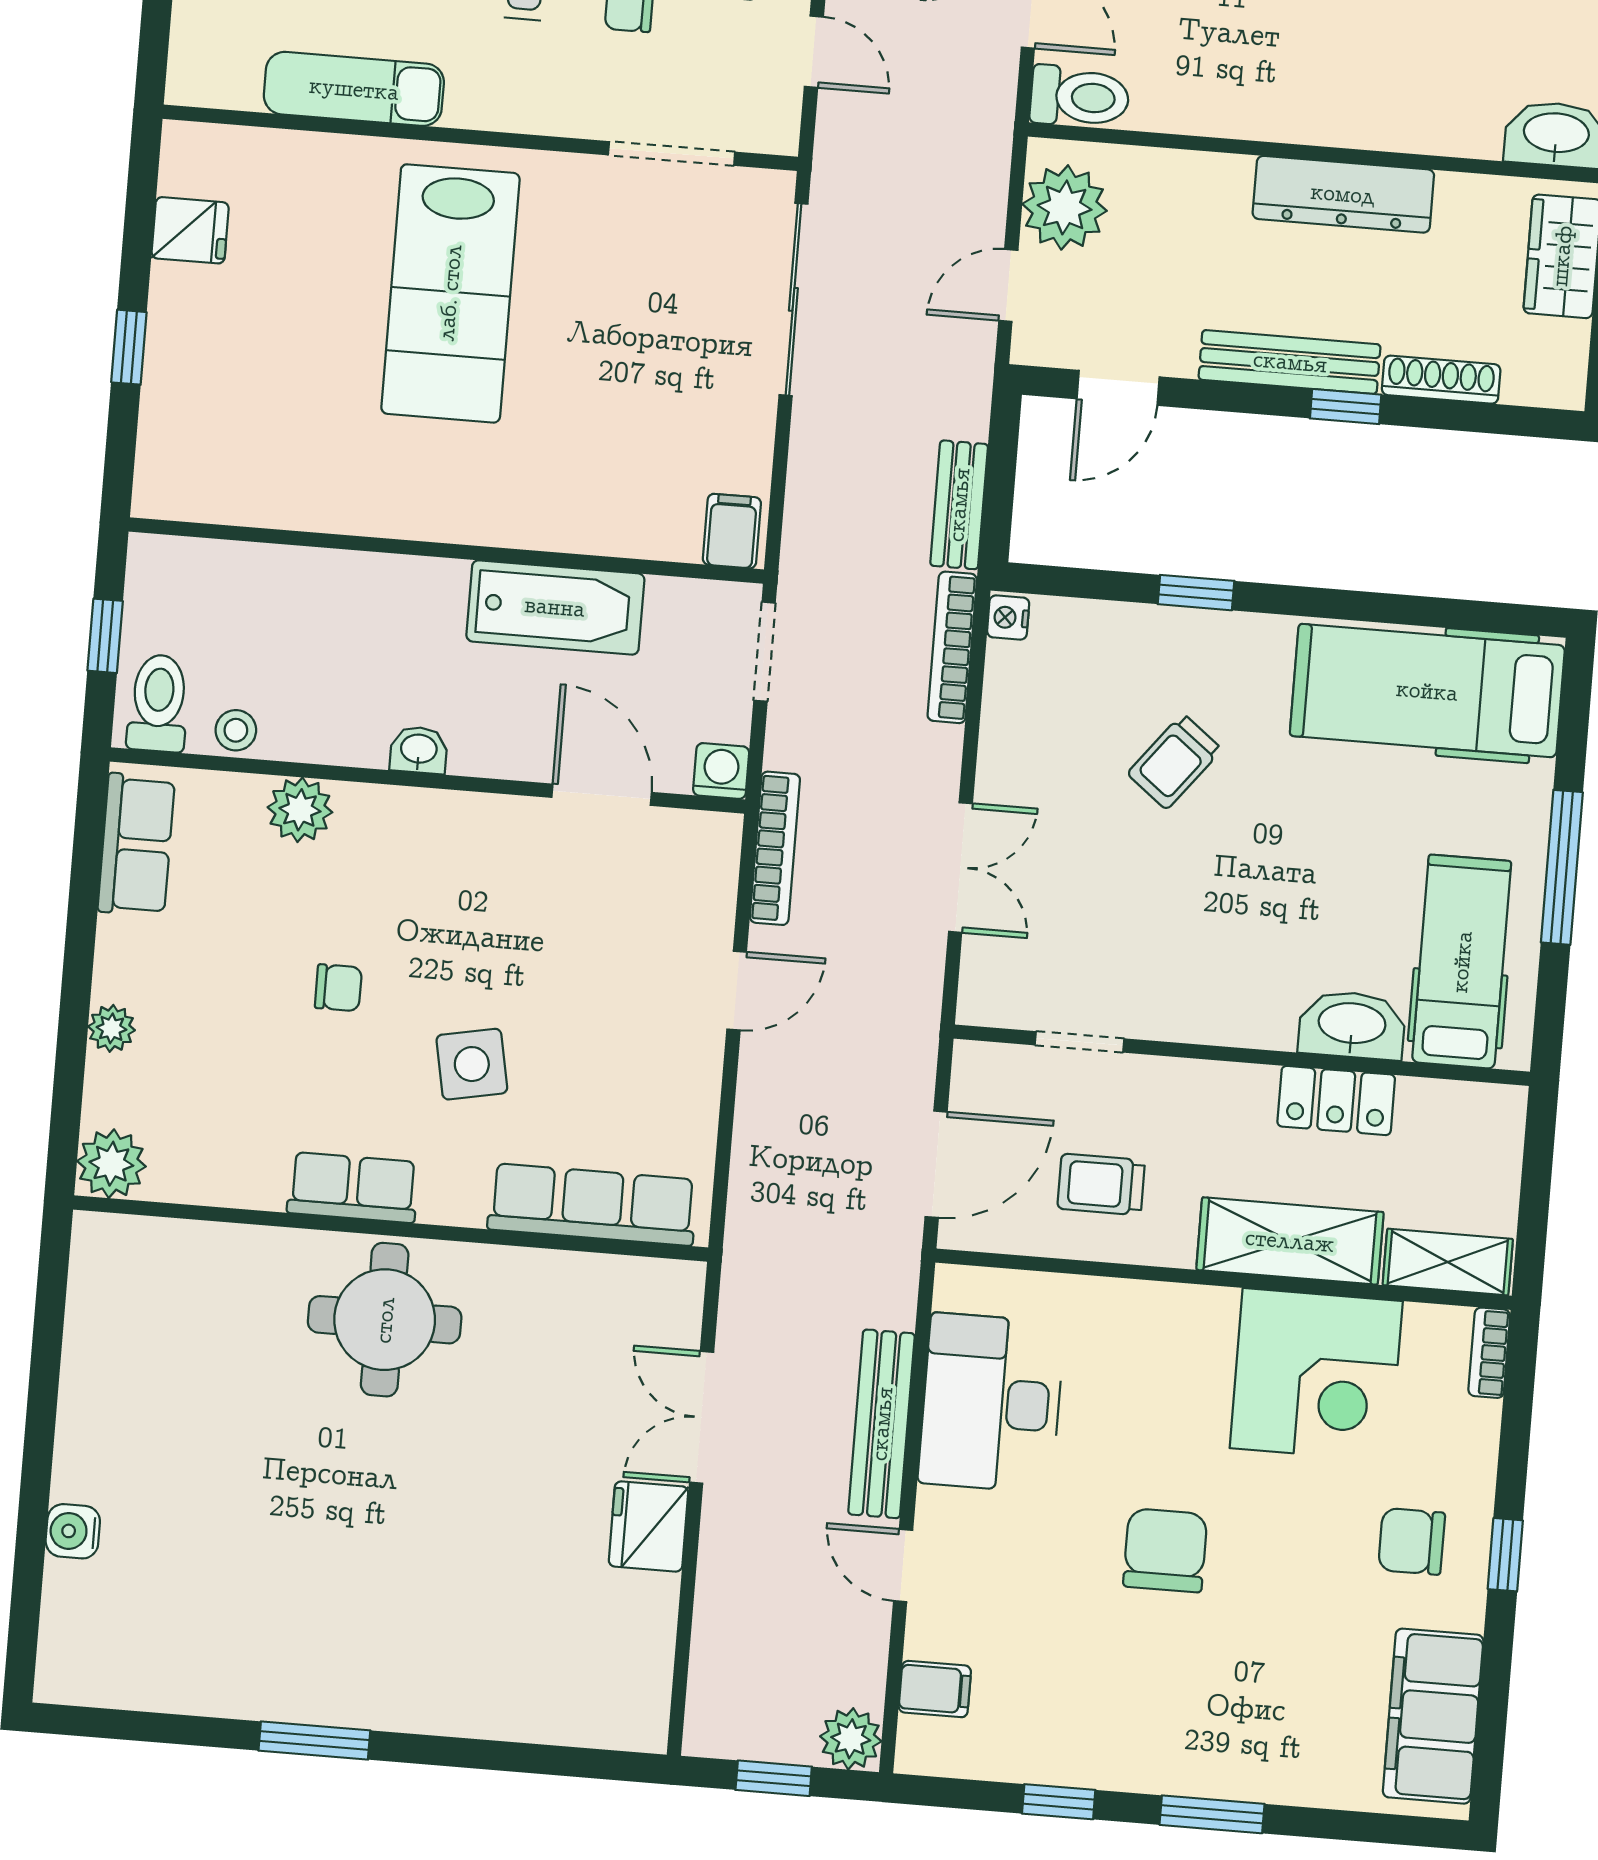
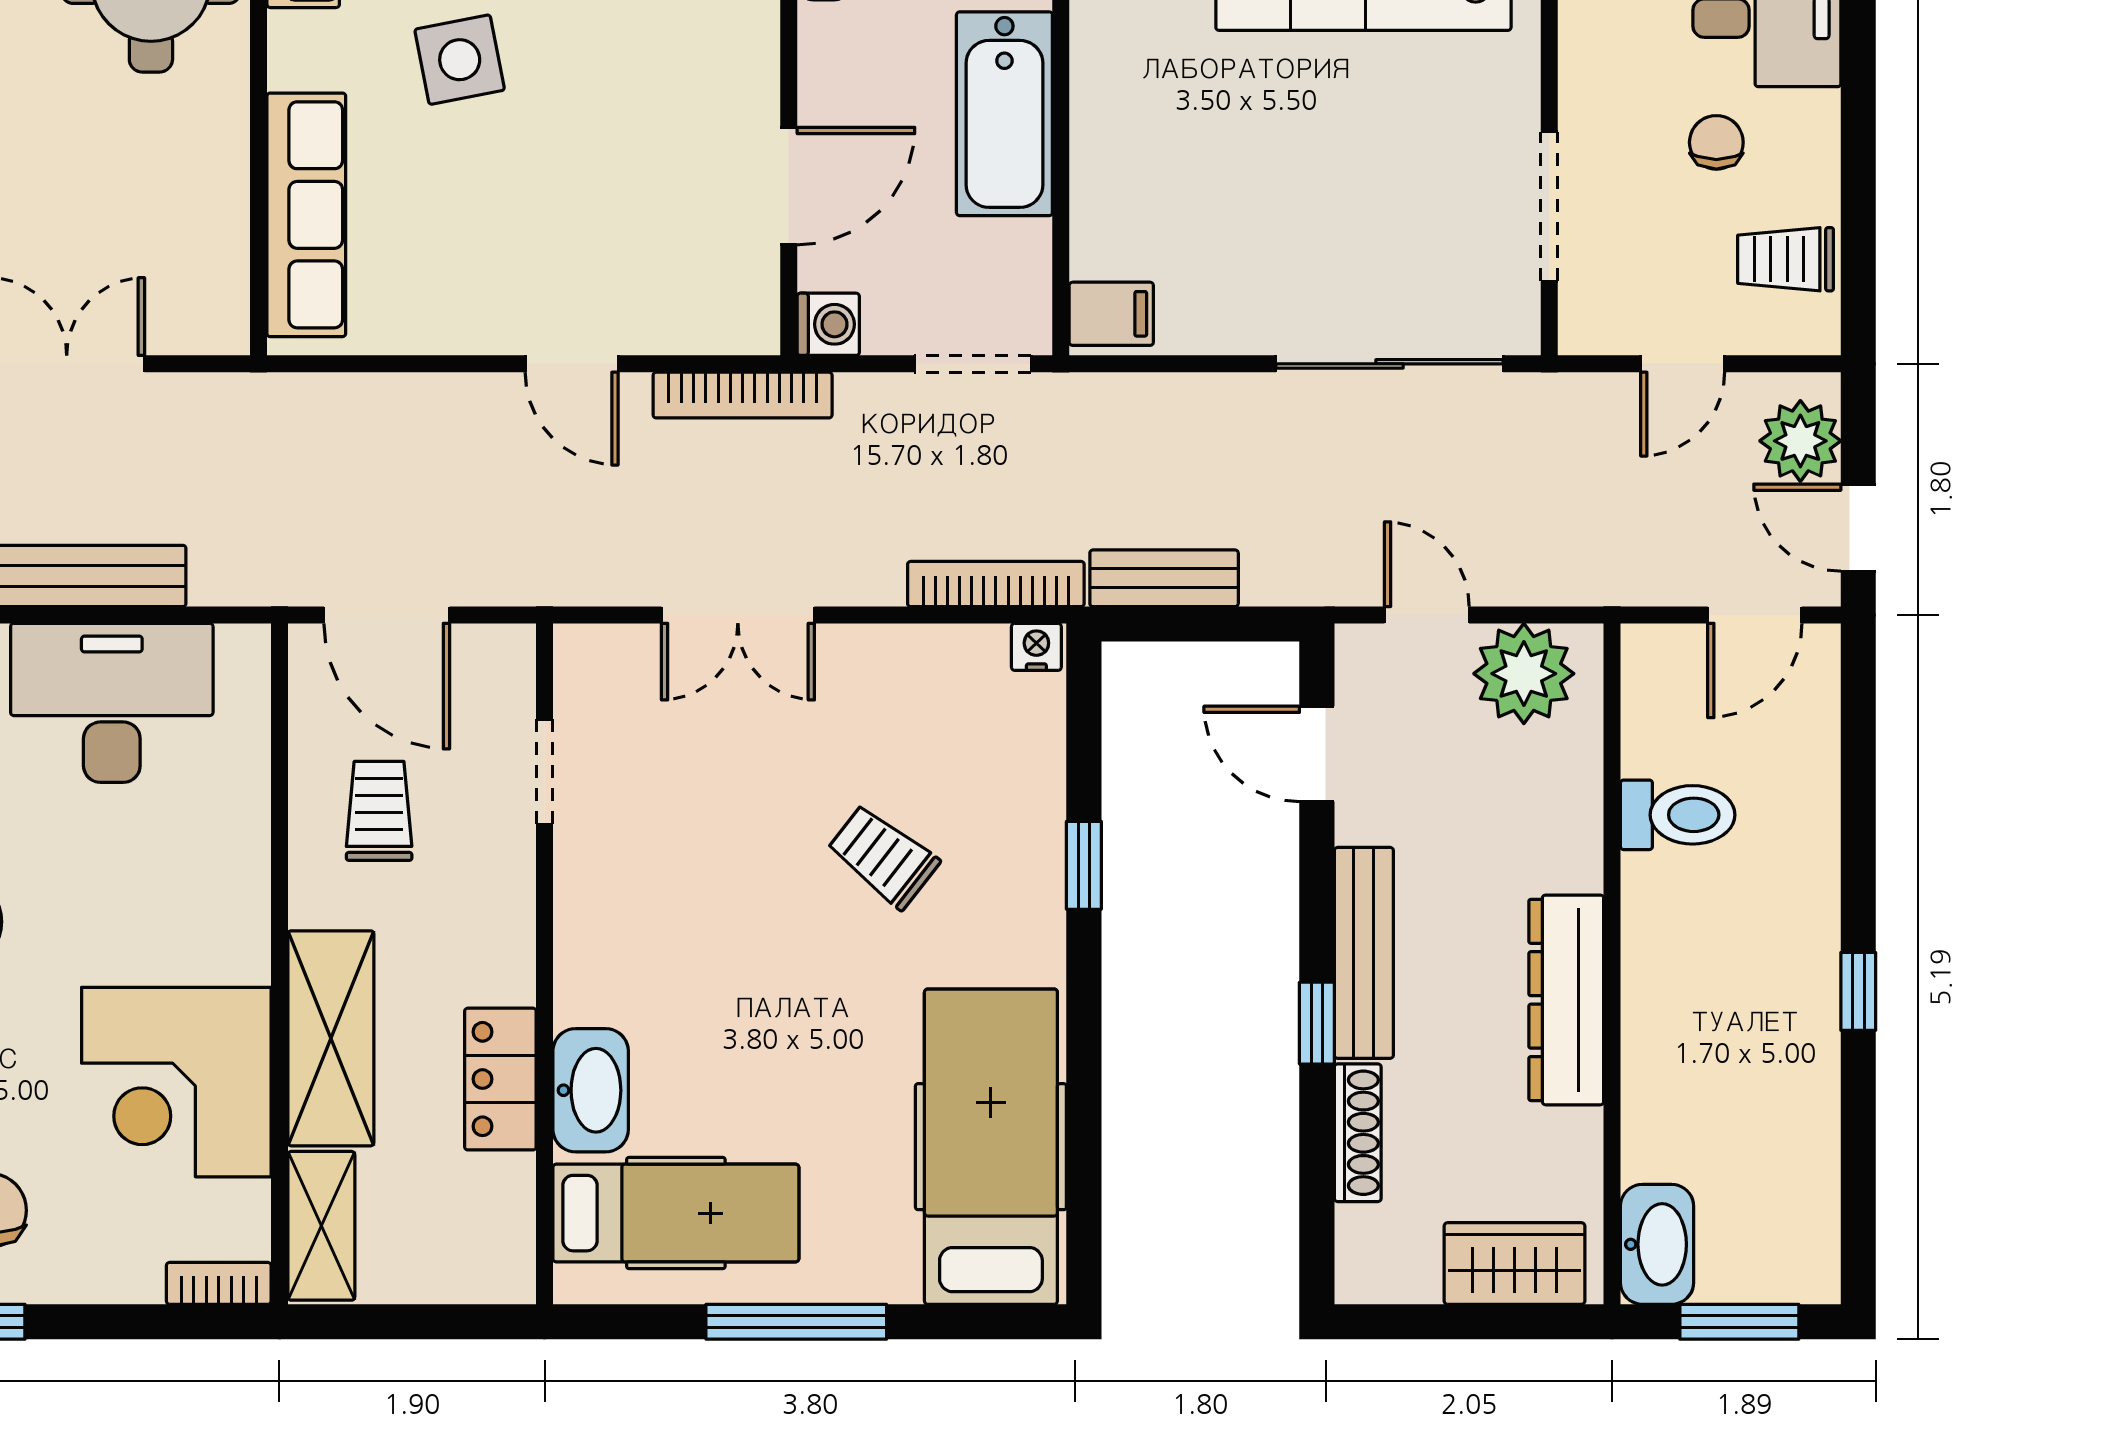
toilet: (1080, 97) -> (1678, 815), moved, turned -90

